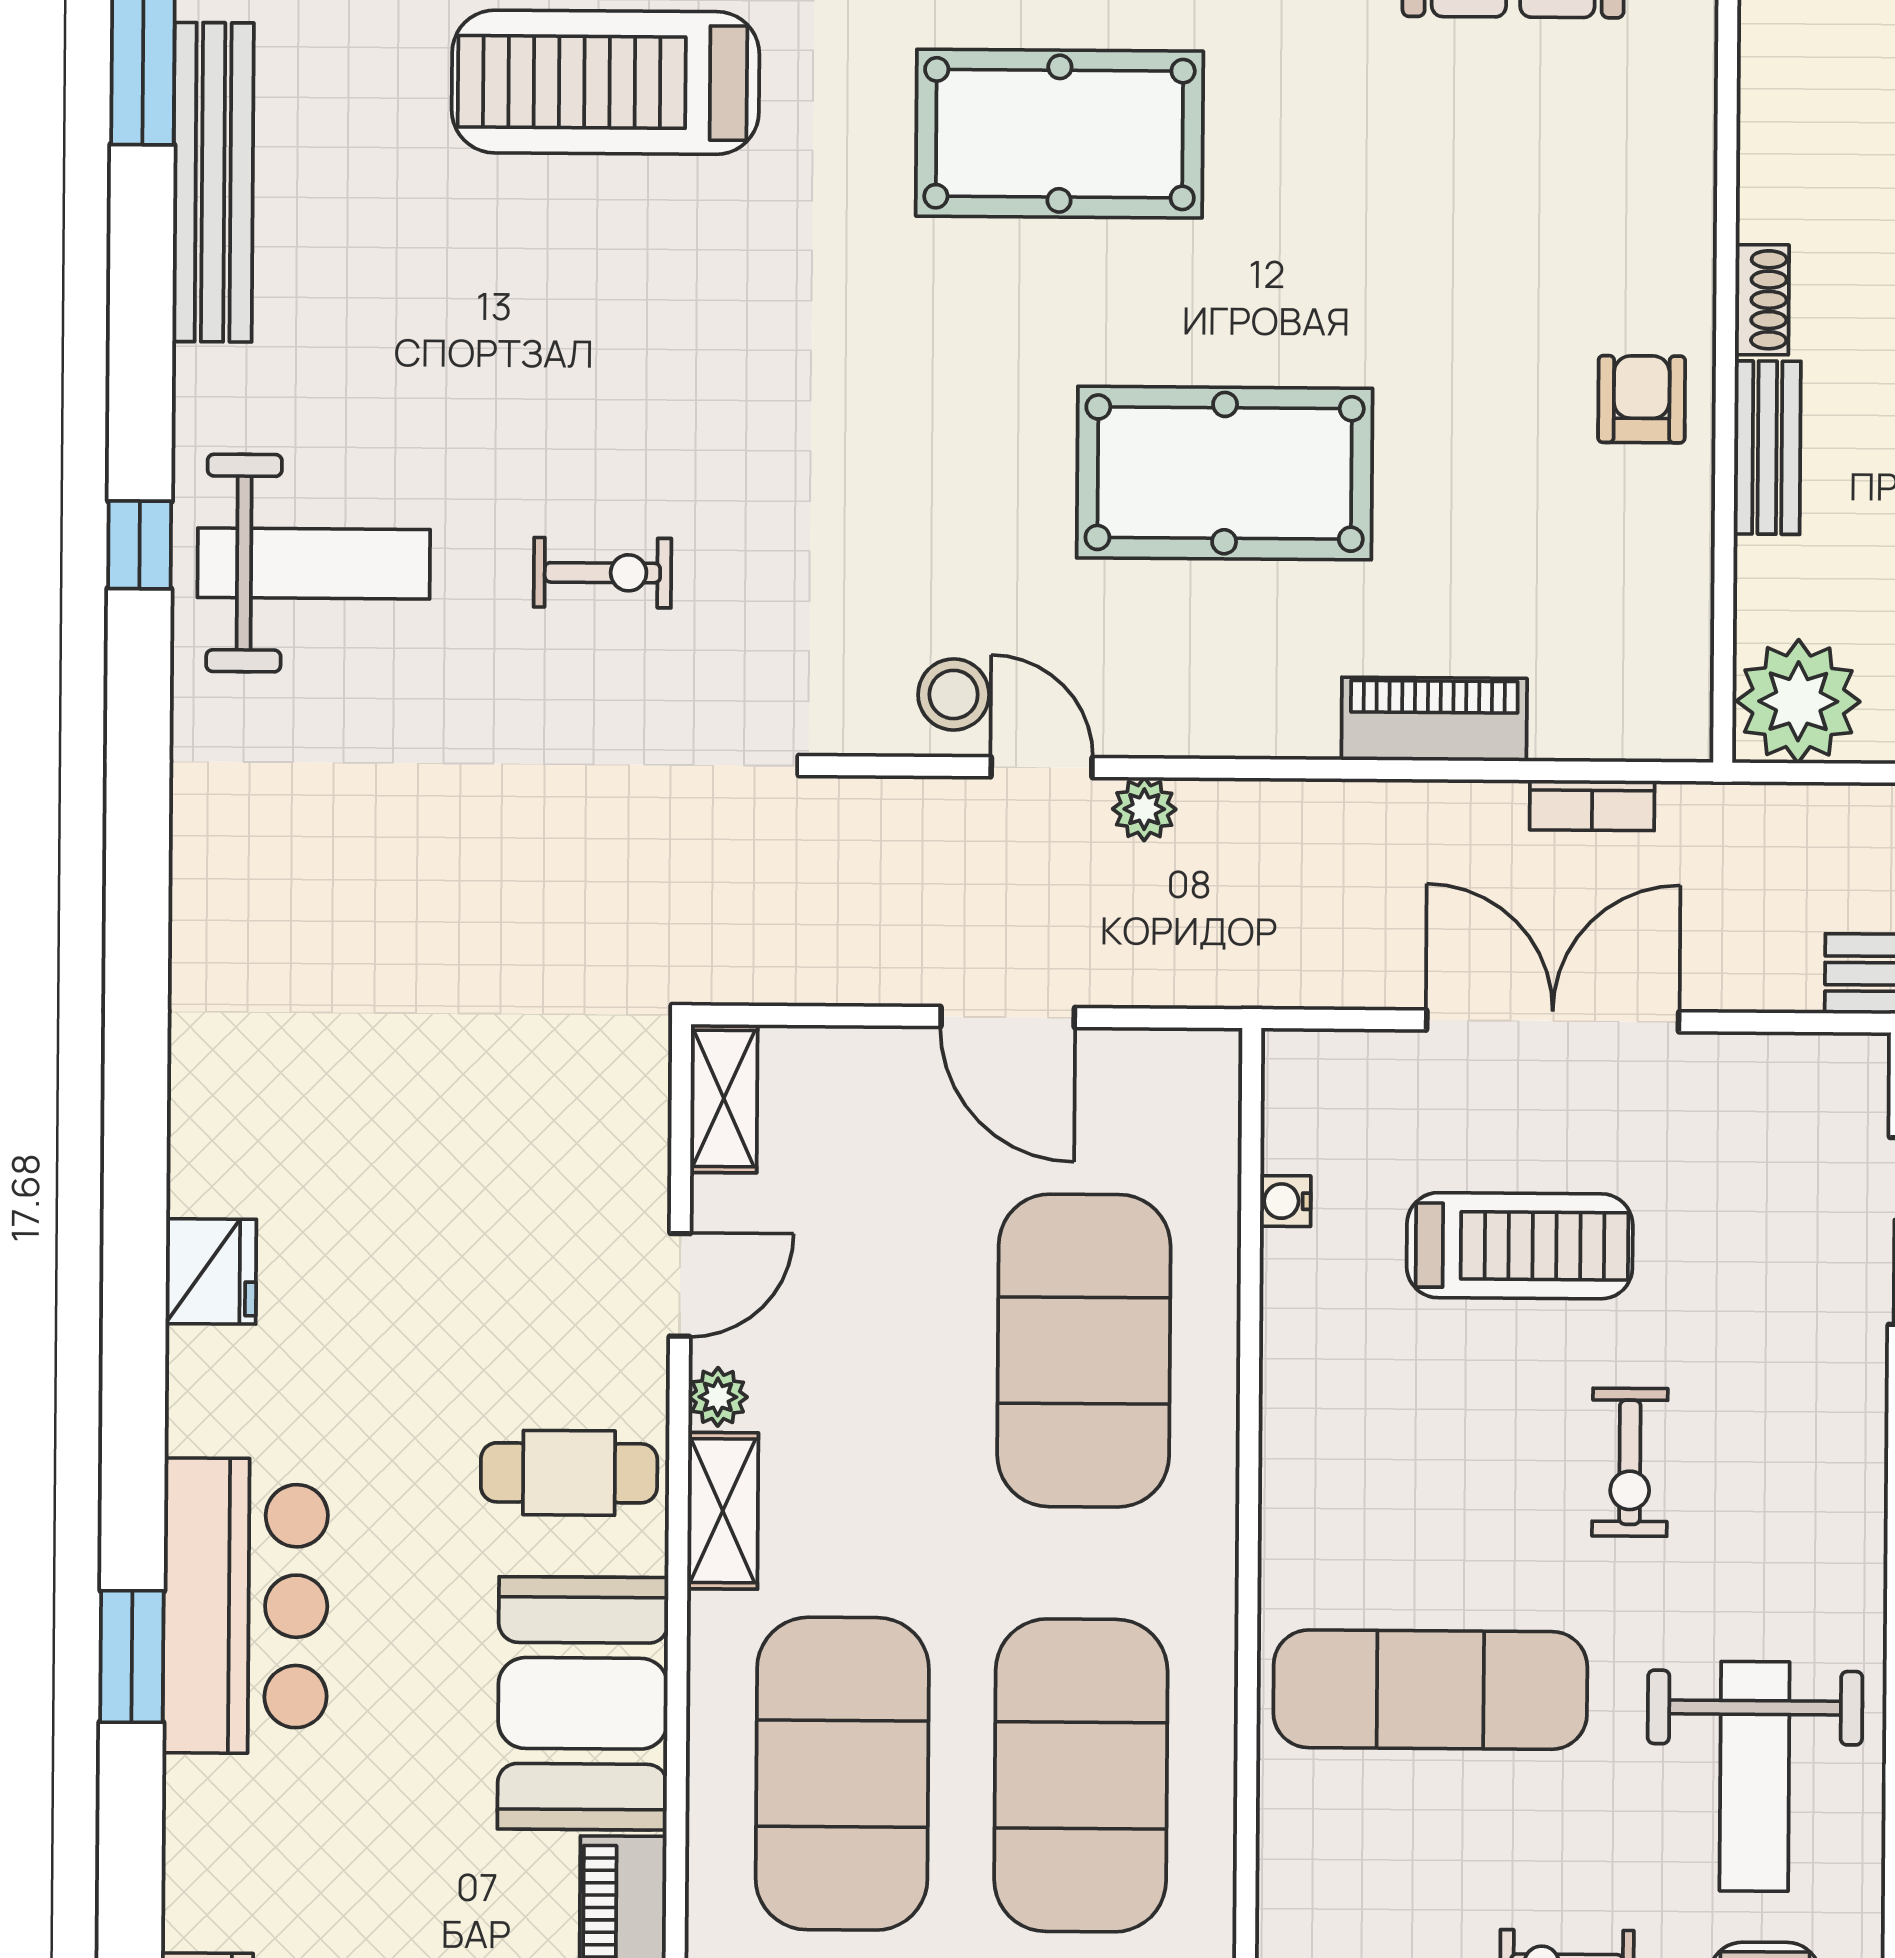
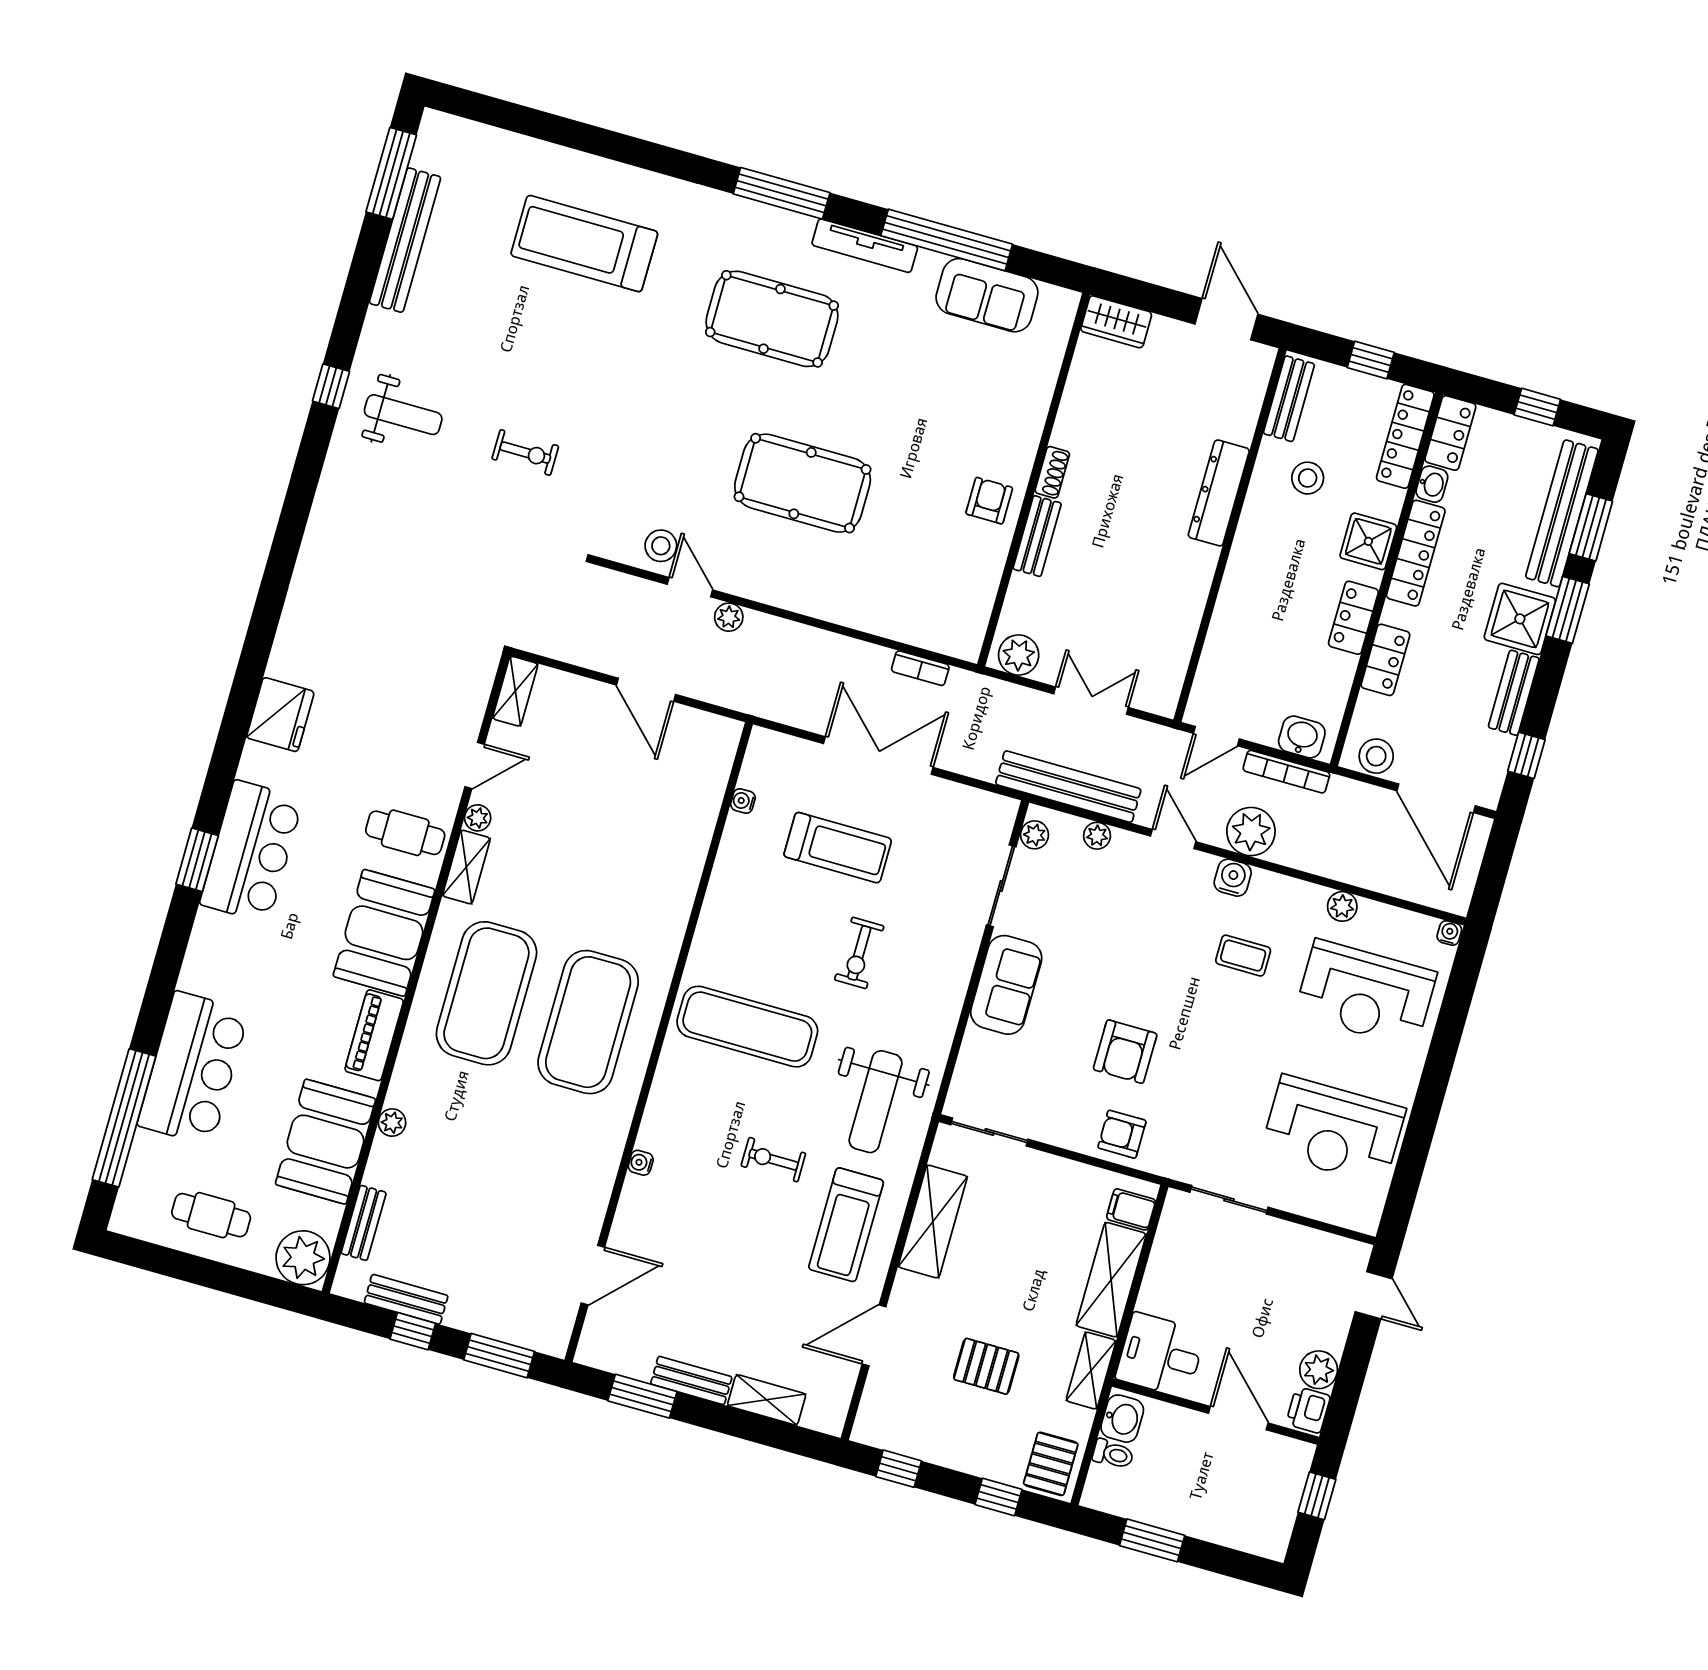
weight bench: (314, 564) -> (403, 415), width x0.73, depth x0.75
plant: (1798, 701) -> (1019, 655), width x0.73, depth x0.73
piano: (1434, 719) -> (863, 613), removed
fridge: (211, 1271) -> (280, 715), width x1.36, depth x1.34
exercise mat: (1084, 1351) -> (639, 841), removed

